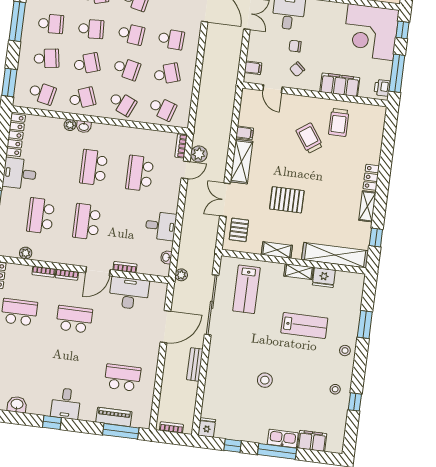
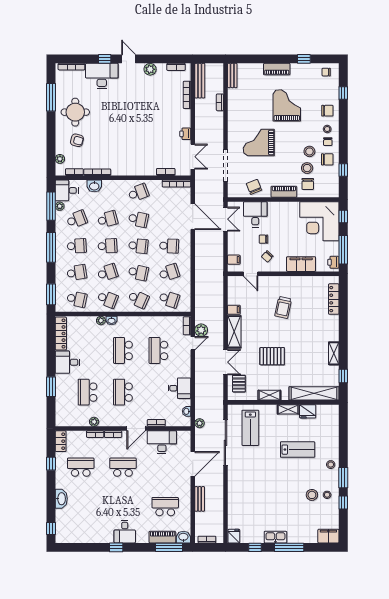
school desk: (82, 98) -> (108, 299), turned 42
trolley: (339, 122) -> (304, 293), removed
trolley: (309, 138) -> (283, 307), turned -133
locker: (371, 177) -> (334, 299), moved, width x1.53
double door: (225, 200) -> (225, 362), swing flipped
plant: (26, 253) -> (94, 422), moved
window: (365, 324) -> (343, 478), moved
bench: (195, 364) -> (200, 499), moved
stool: (265, 380) -> (312, 495), moved
washbasin: (17, 404) -> (183, 537), moved
kitchen sink: (283, 438) -> (275, 537), moved
filing cabinet: (312, 441) -> (328, 536), moved

